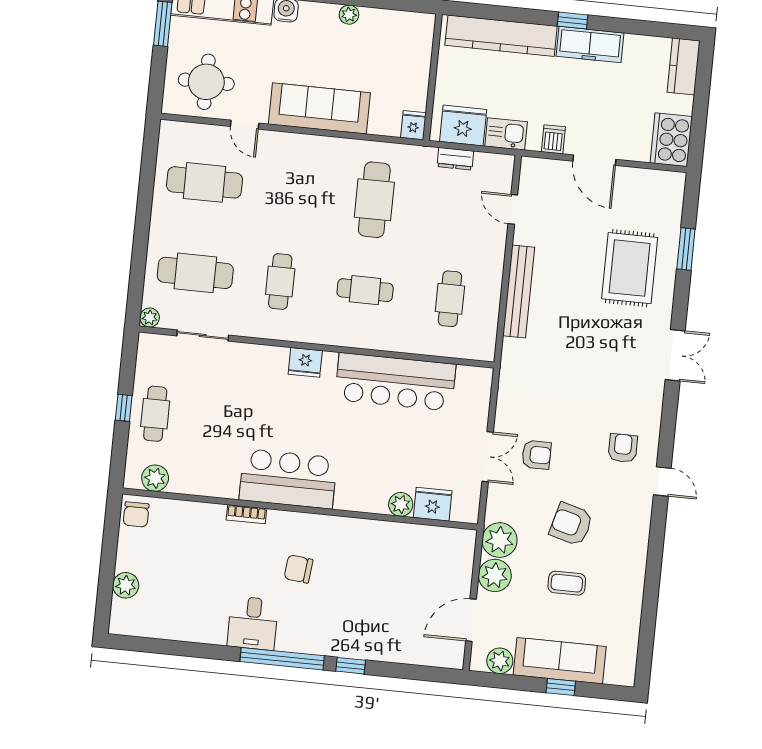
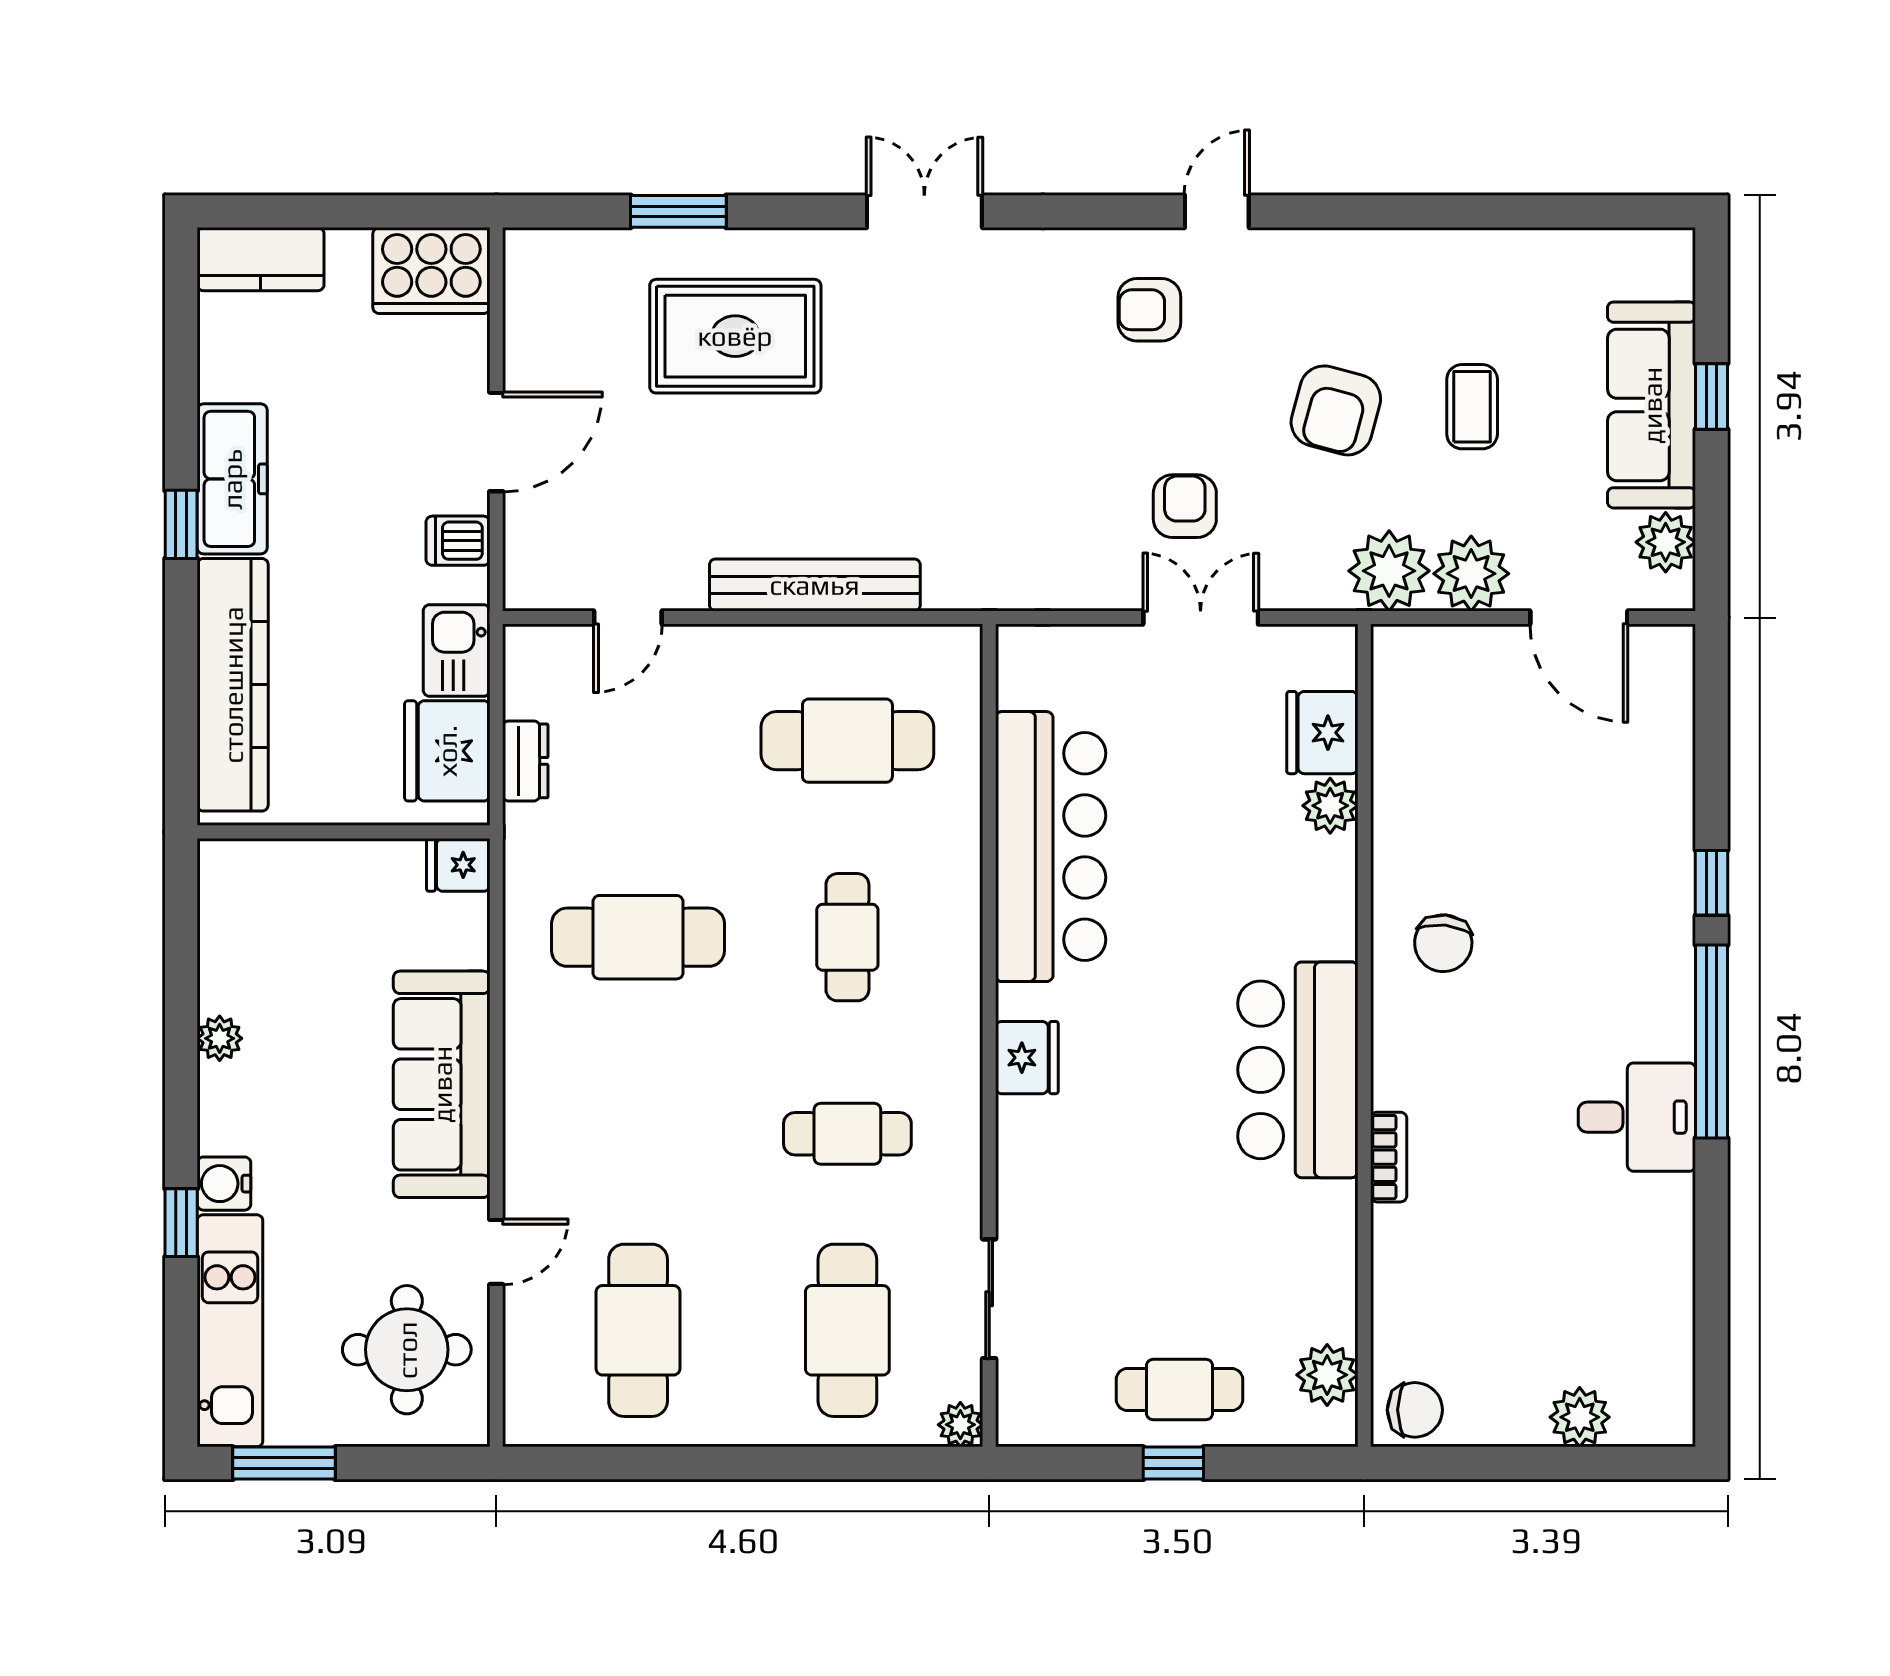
cafe table: (450, 299) -> (847, 741), width x1.37, depth x1.35
chair: (298, 569) -> (1443, 943), moved

